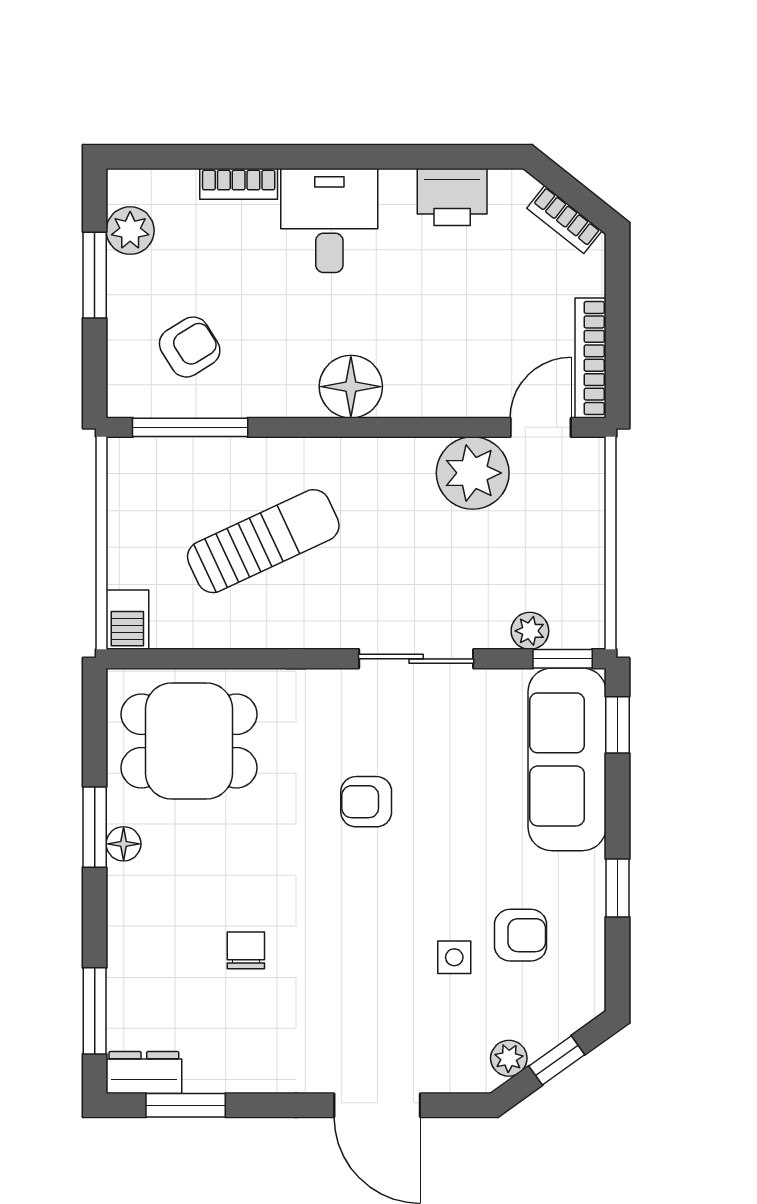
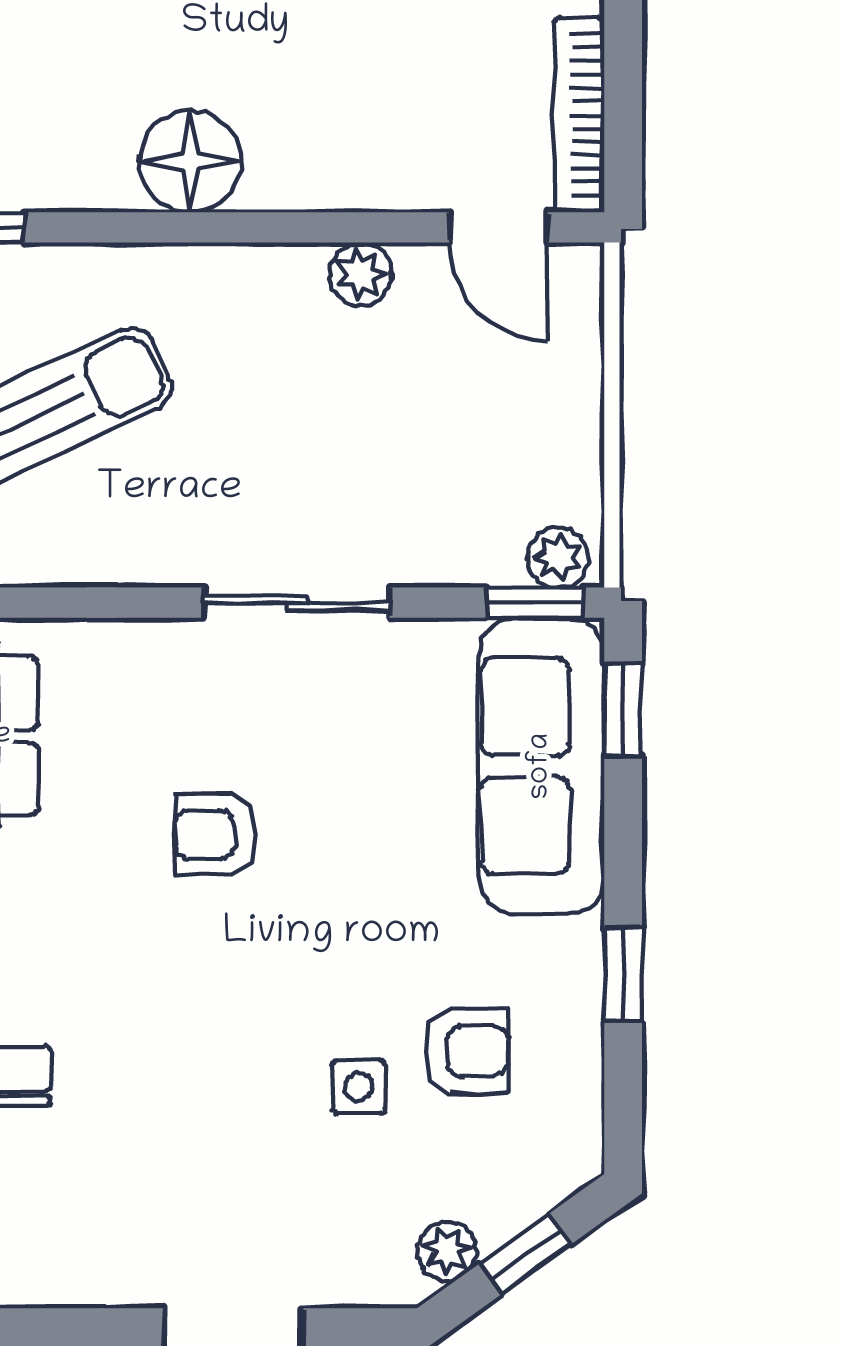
door: (541, 427) -> (498, 227), swing flipped
plant: (473, 473) -> (361, 274), width x0.53, depth x0.53
plant: (530, 631) -> (558, 557), moved

